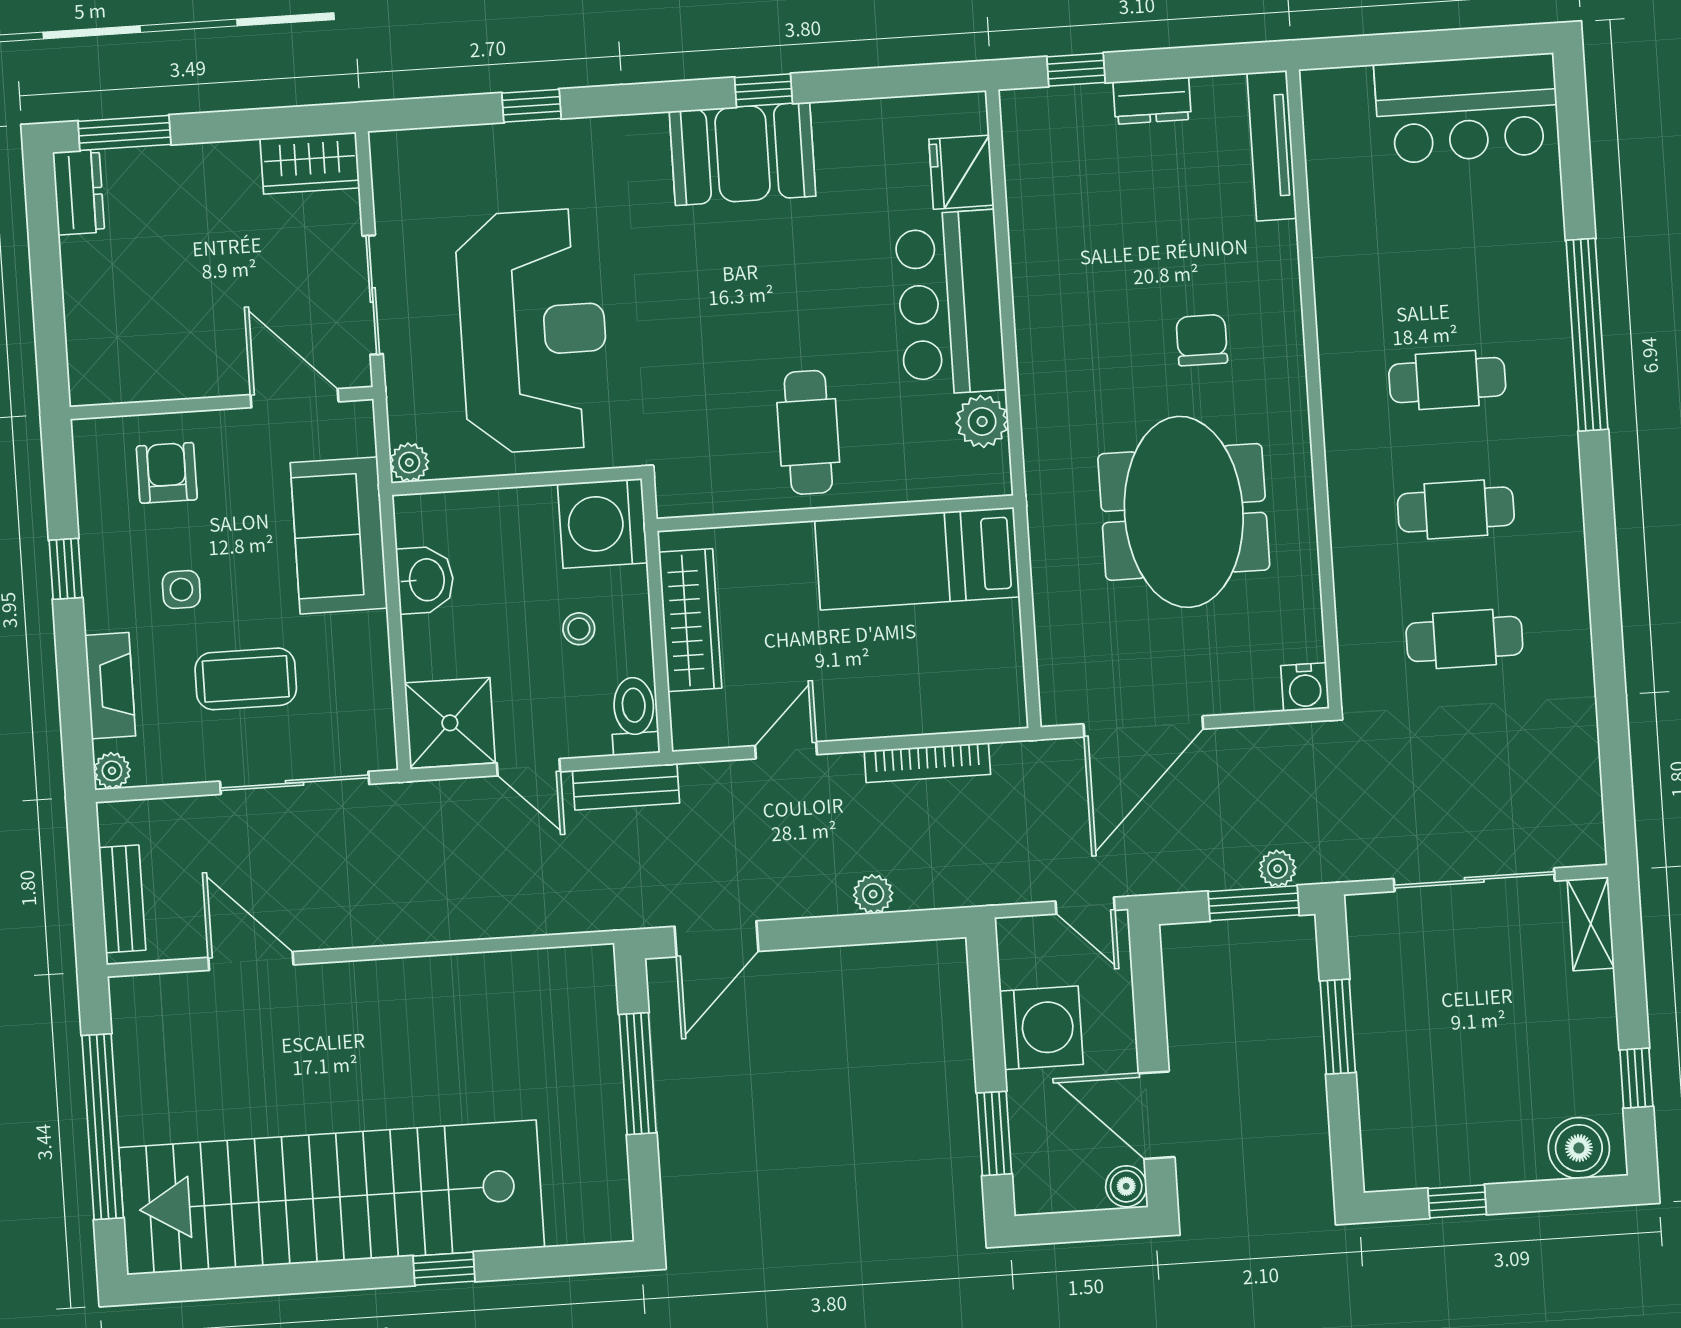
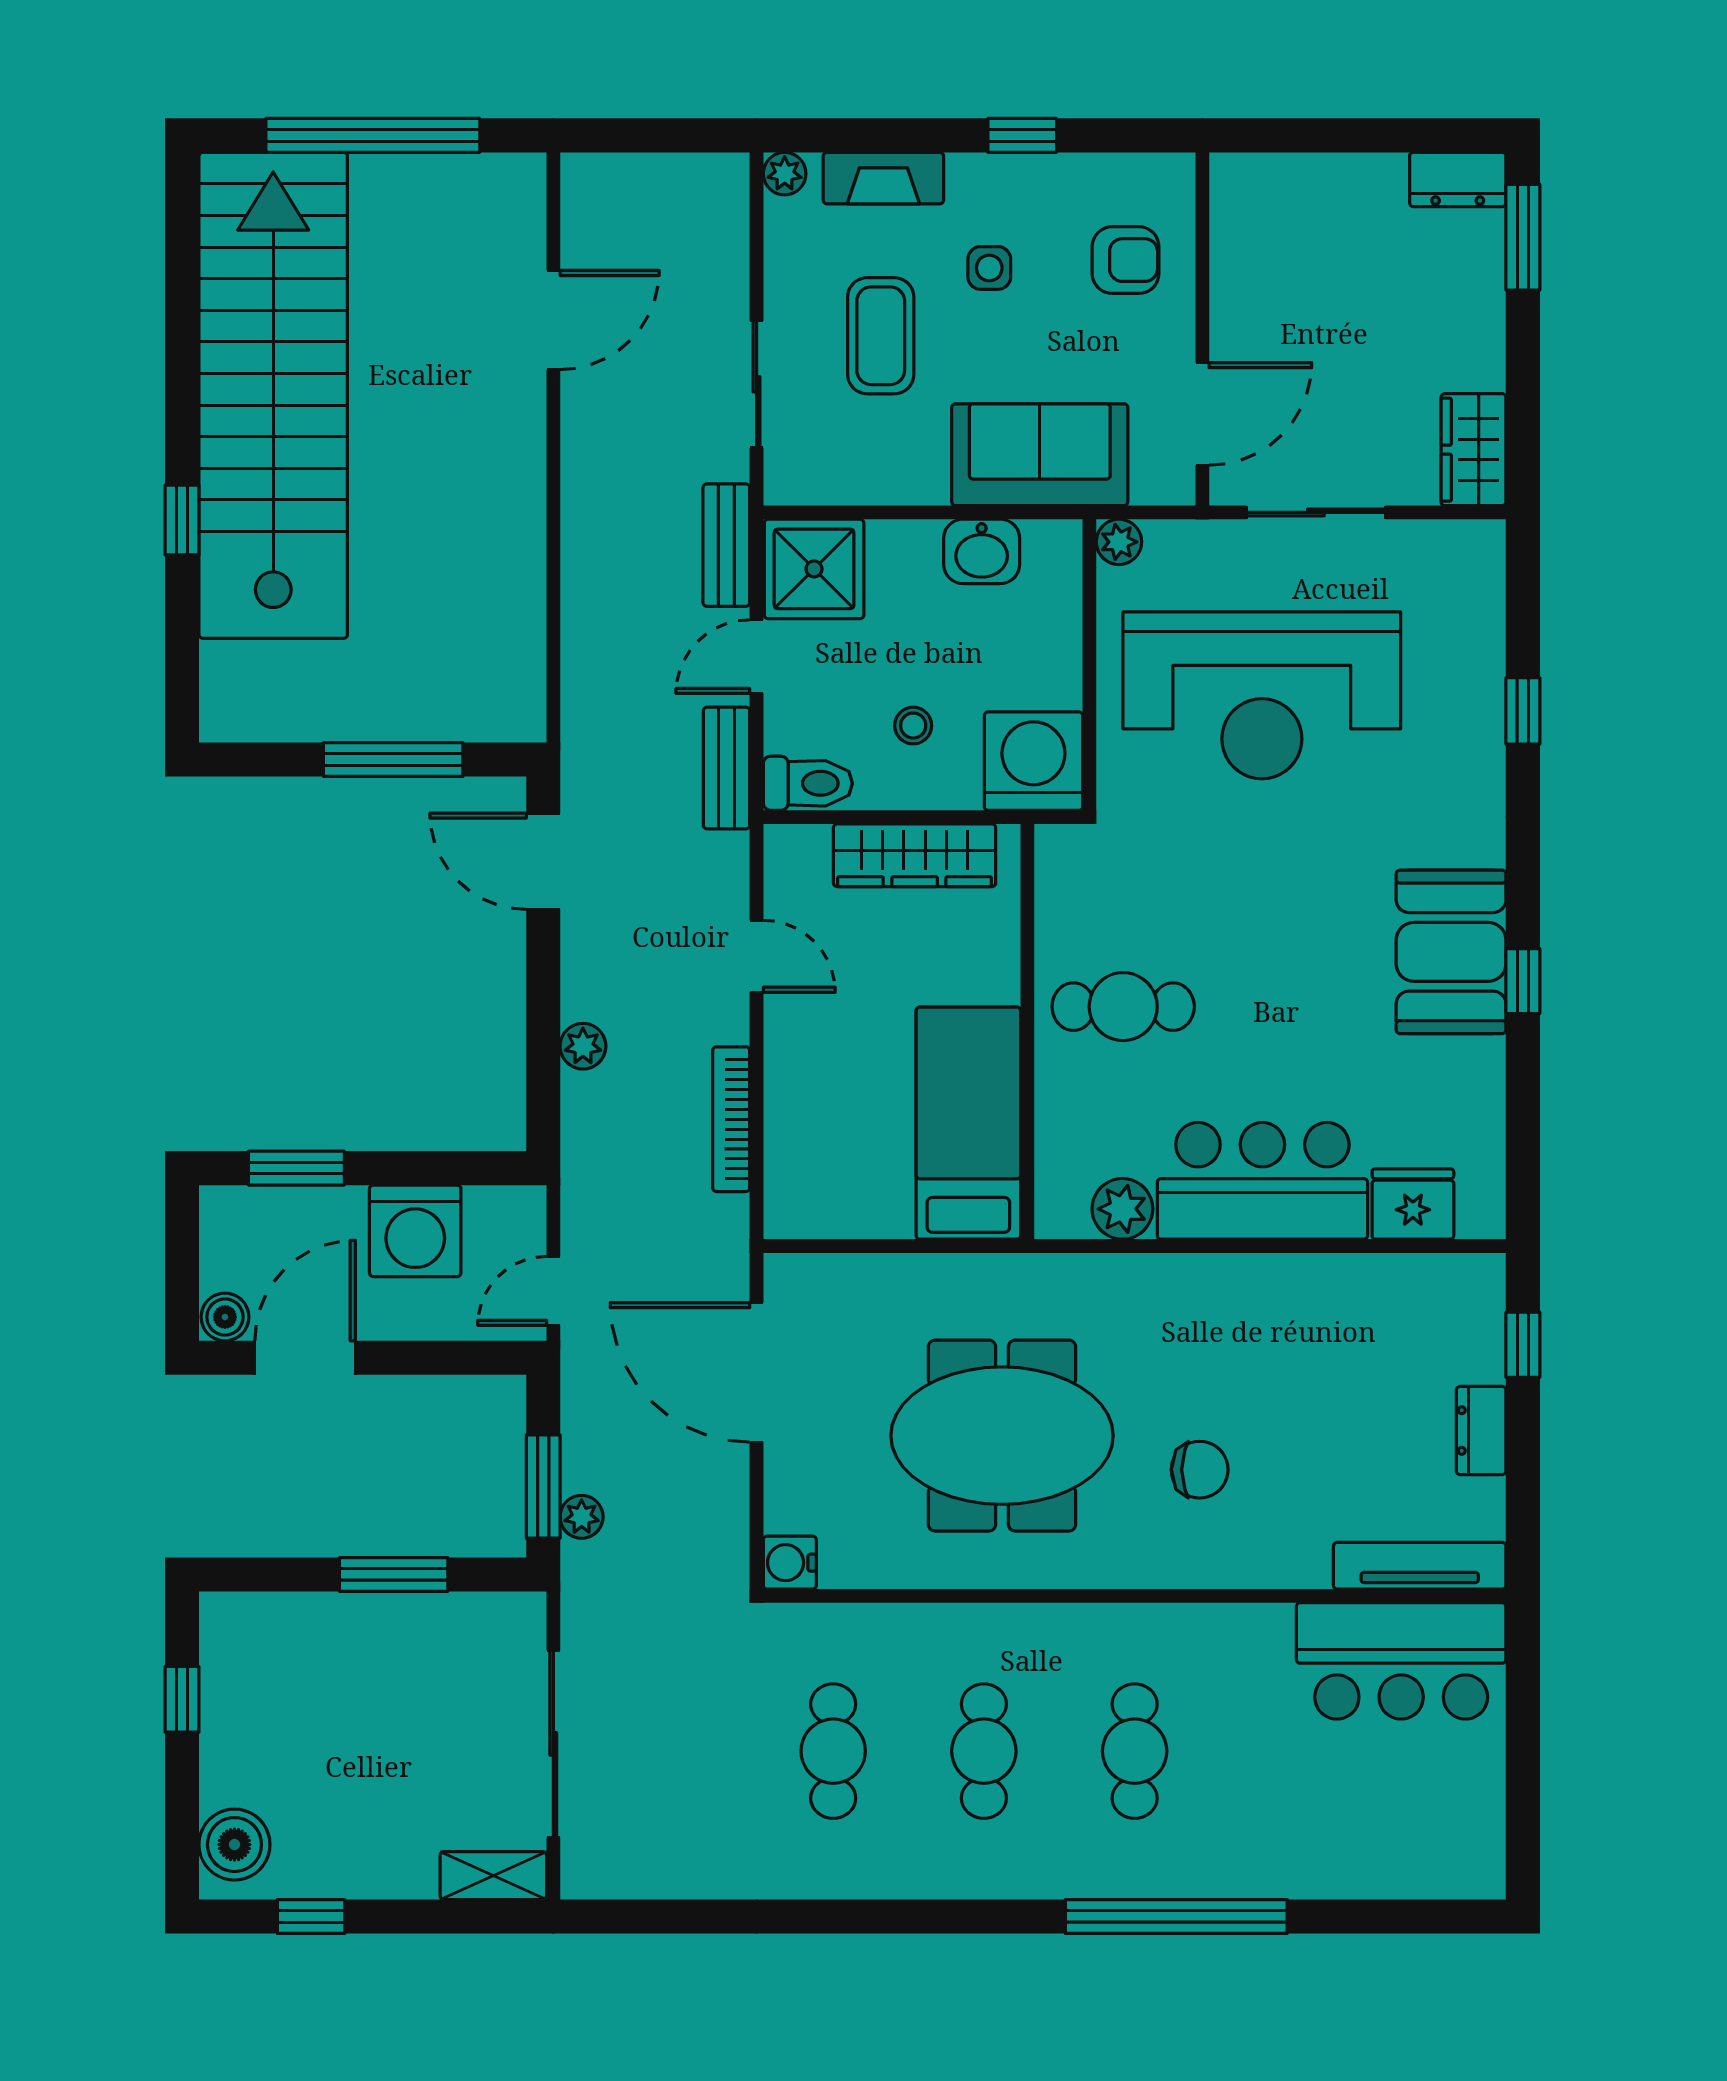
bar counter: (1467, 109) -> (1401, 1661), moved, turned -90
sliding door: (295, 783) -> (757, 384), width x0.73
bench: (122, 899) -> (726, 545), moved, turned 90

